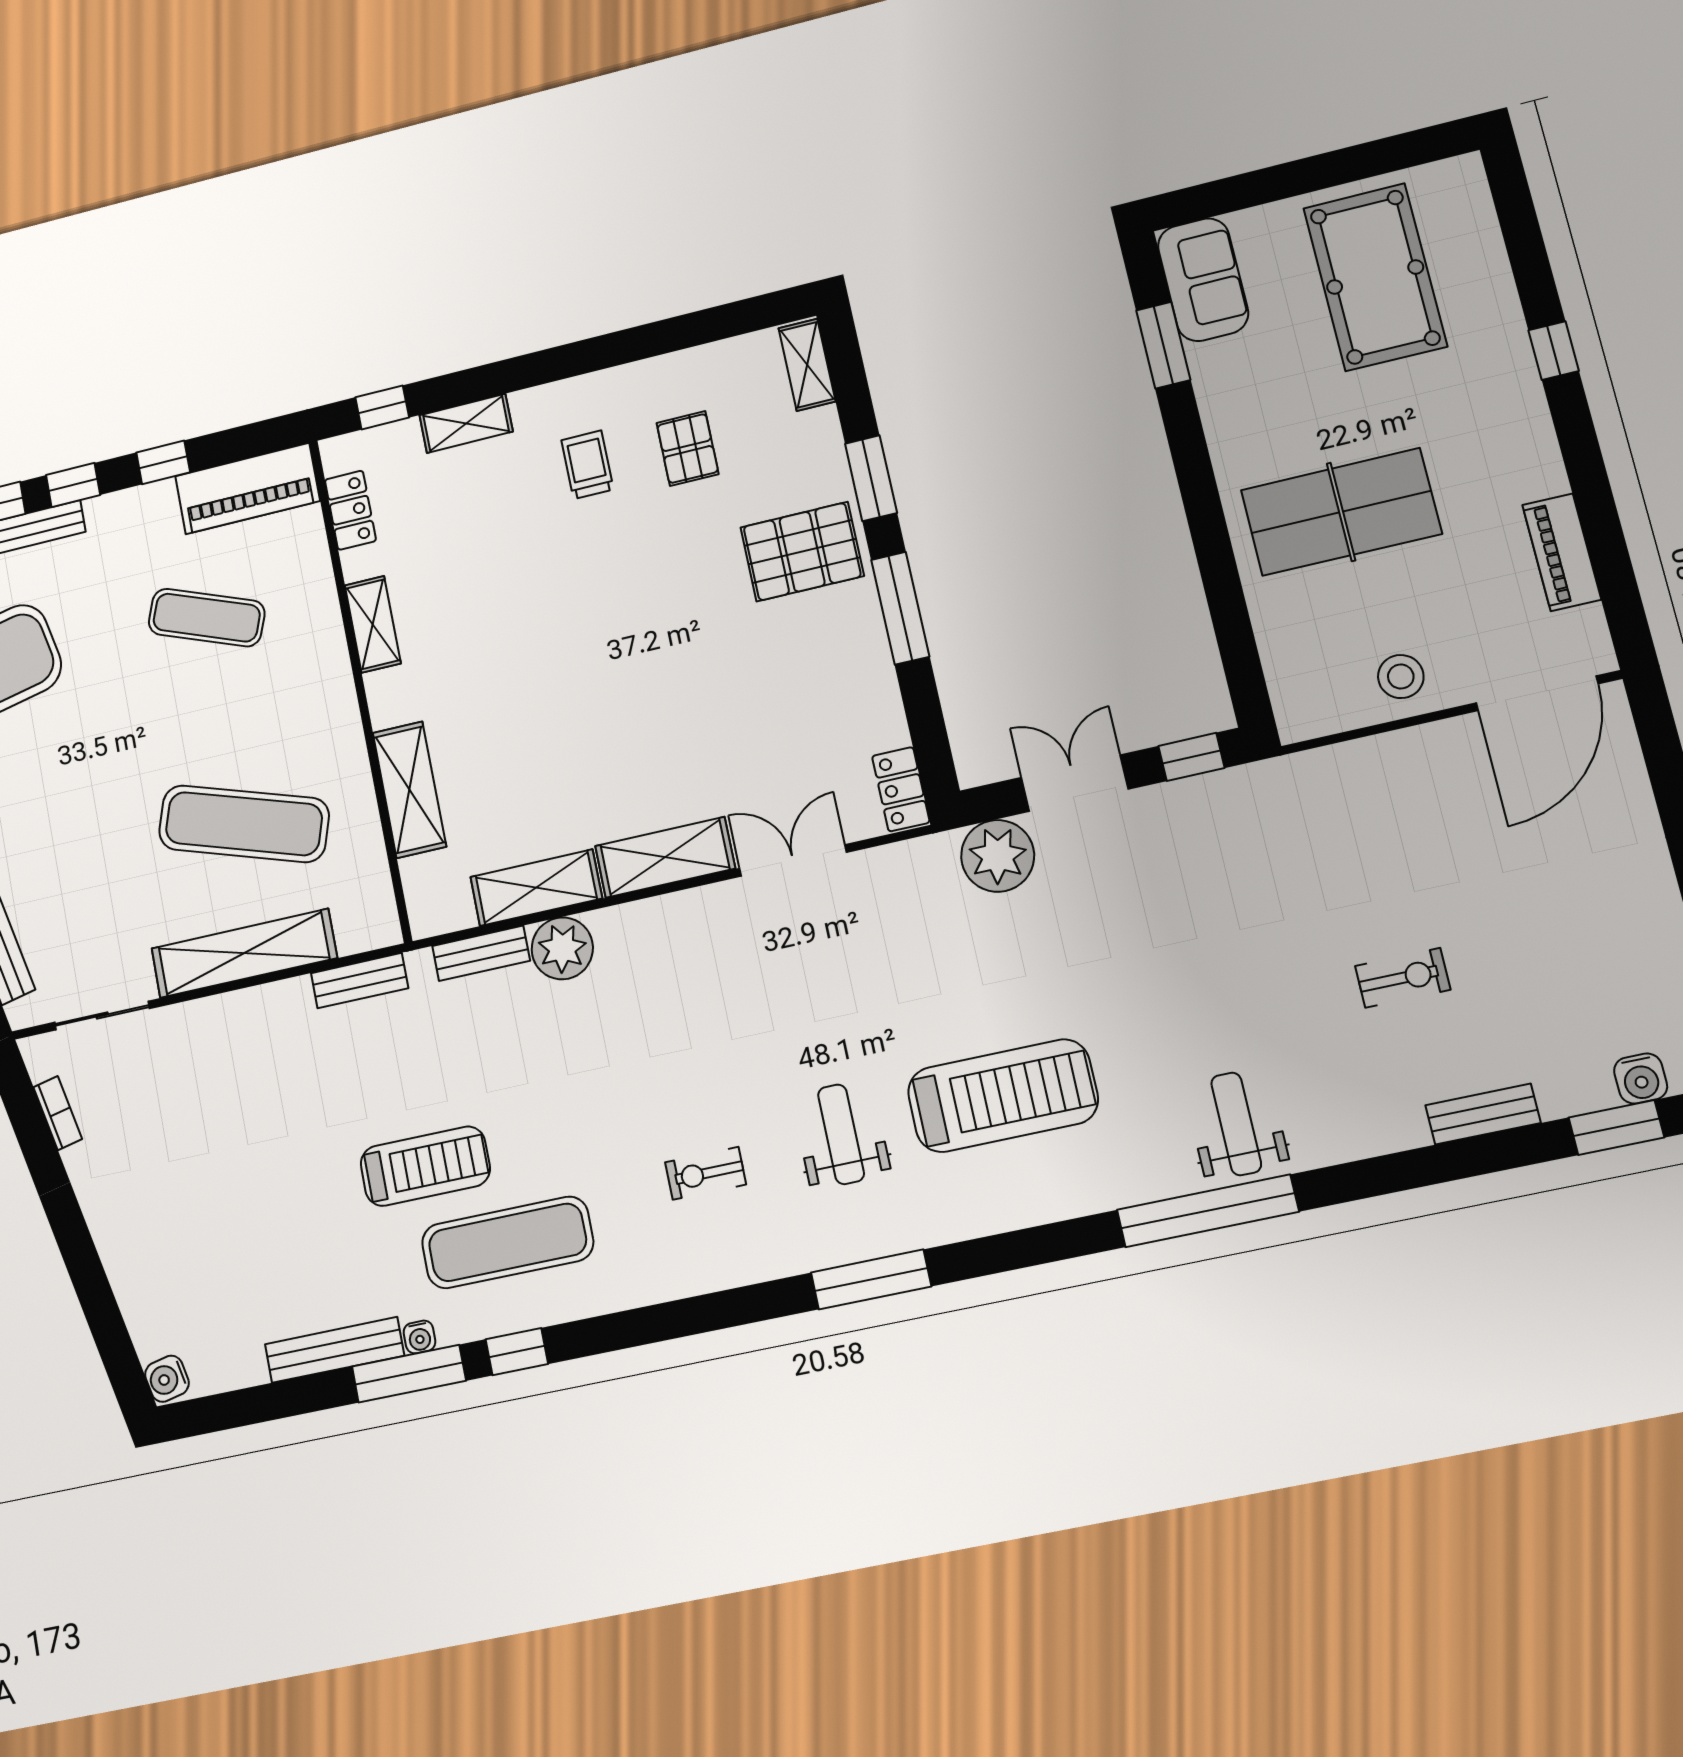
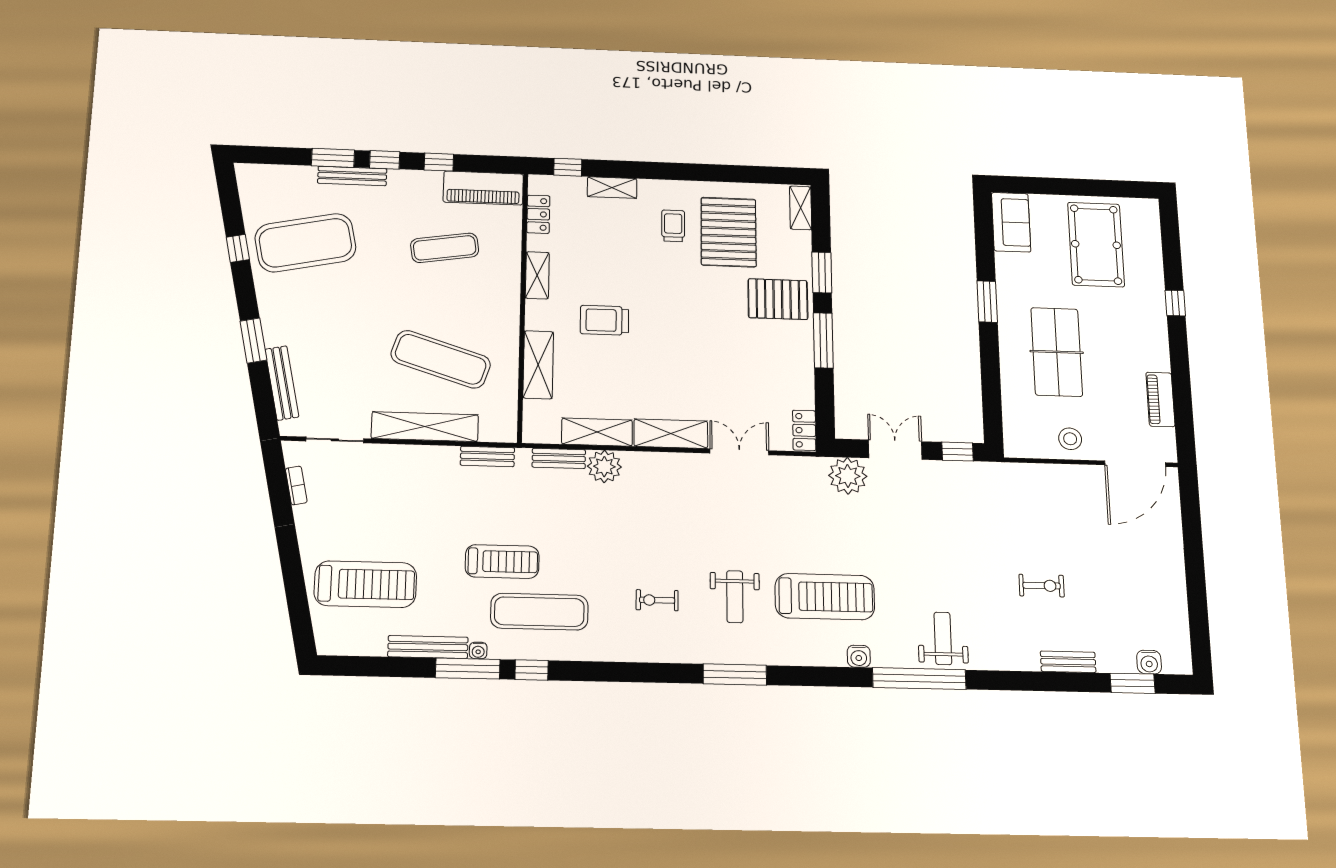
window: (1163, 345) -> (987, 302), moved
pallet: (688, 449) -> (729, 232), width x2.05, depth x2.00
table tennis table: (1341, 512) -> (1057, 352), turned 90
exercise mat: (207, 618) -> (445, 248), turned -30
trolley: (505, 676) -> (604, 320), added
weight bench: (841, 1134) -> (735, 597), turned 180
treadmill: (208, 1262) -> (365, 584), added
water cooler: (167, 1379) -> (859, 656), moved, turned -78

